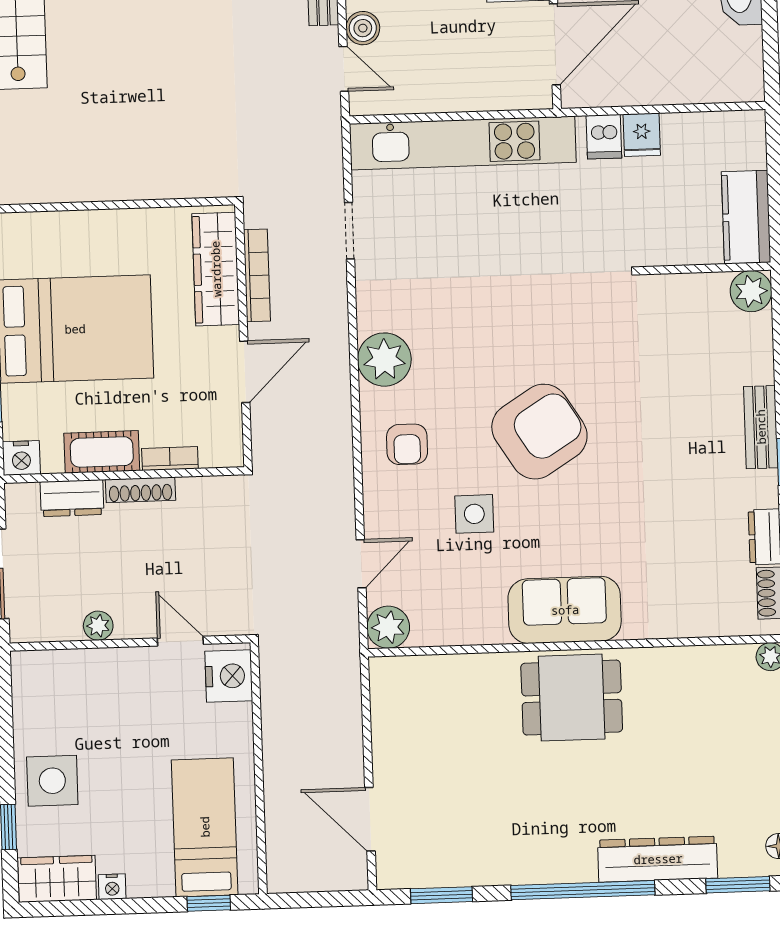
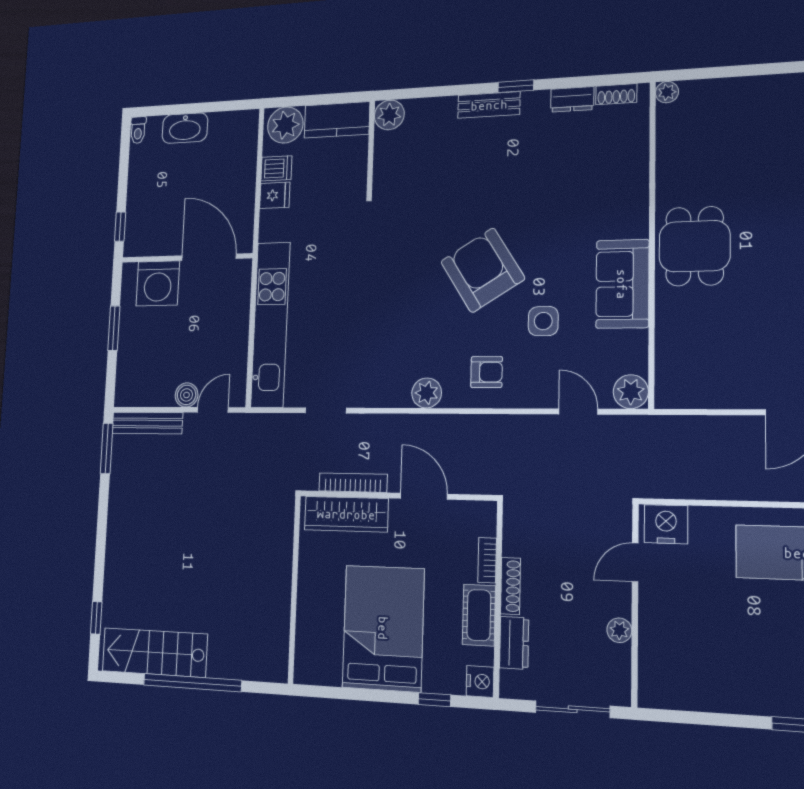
dishwasher: (604, 137) -> (276, 168), moved
plant: (741, 142) -> (285, 125), added
plant: (384, 360) -> (427, 393), width x0.73, depth x0.73
sofa: (565, 610) -> (622, 284), moved
side table: (52, 781) -> (752, 682), removed

